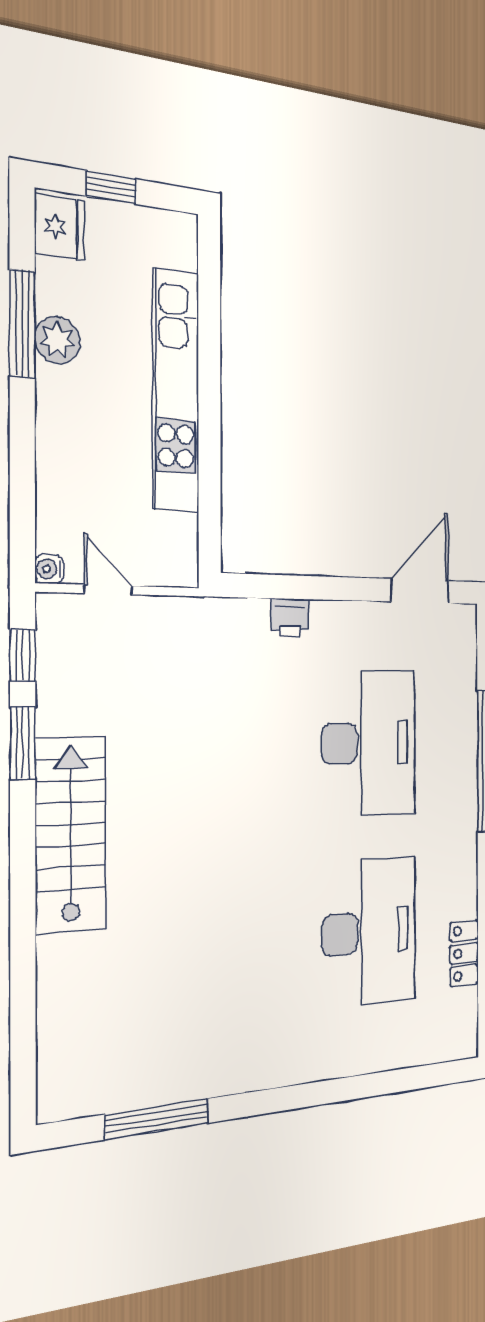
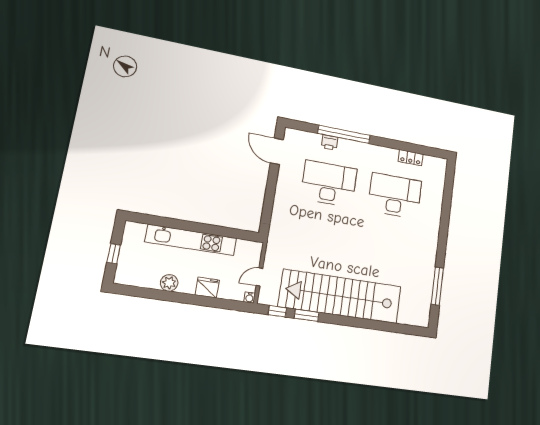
fridge: (60, 227) -> (207, 287), moved
window: (22, 324) -> (162, 295), removed
printer: (290, 618) -> (330, 142), moved, turned 90
stairs: (71, 834) -> (340, 296), width x1.86, depth x1.51

